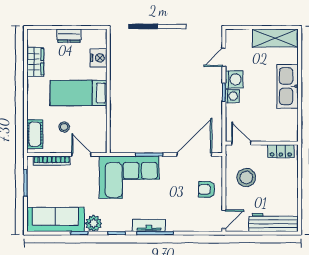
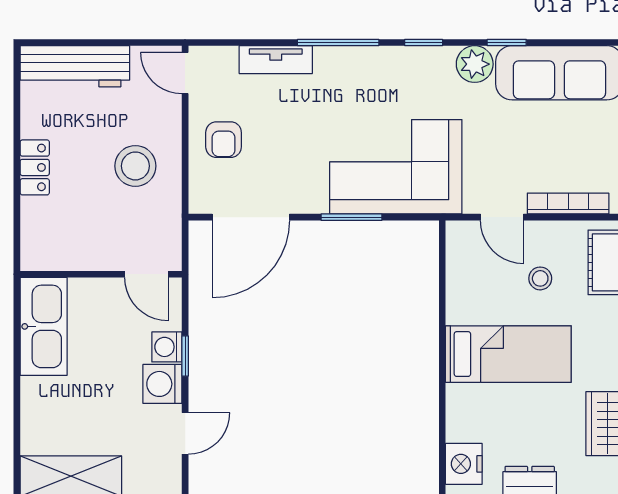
nightstand: (99, 58) -> (464, 464), moved
kitchen sink: (288, 86) -> (44, 326), moved
door: (241, 143) -> (146, 274), moved
wall: (262, 143) -> (101, 274), moved
locker: (281, 151) -> (35, 167), moved, turned 90
armchair: (207, 189) -> (224, 140), turned 90
door: (224, 219) -> (185, 73), hinge flipped
tv unit: (149, 225) -> (276, 60), moved

